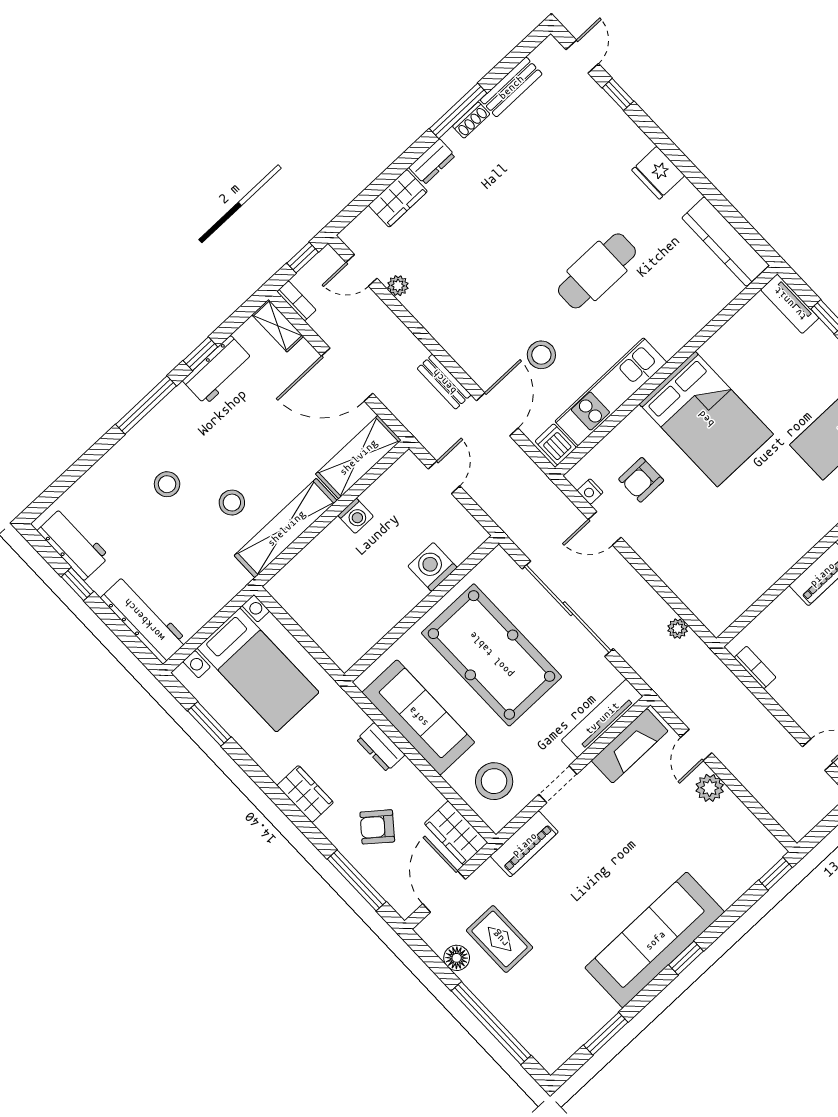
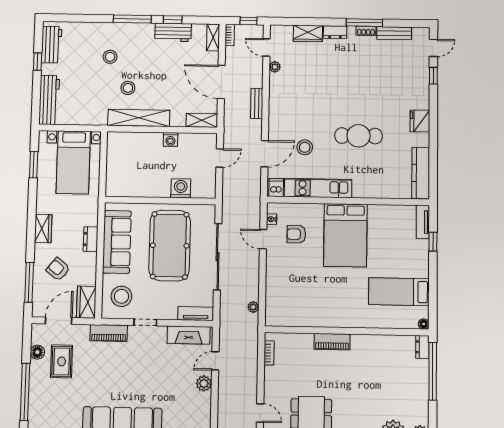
bench: (444, 382) -> (257, 103), moved
shelving: (358, 457) -> (202, 120), width x0.67, depth x0.75
tv unit: (602, 718) -> (196, 314), width x0.71

